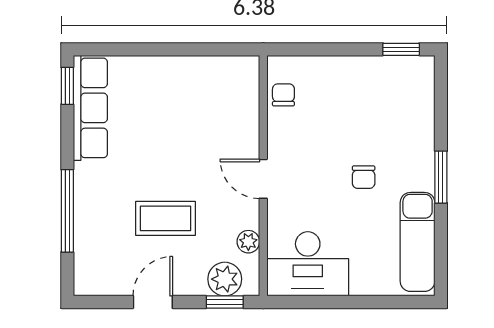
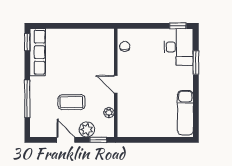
chair: (364, 177) -> (161, 83), removed
window: (441, 177) -> (196, 63), moved
desk: (308, 264) -> (179, 47), moved, turned -90
plant: (225, 279) -> (87, 129), moved
door: (153, 302) -> (66, 140), hinge flipped

